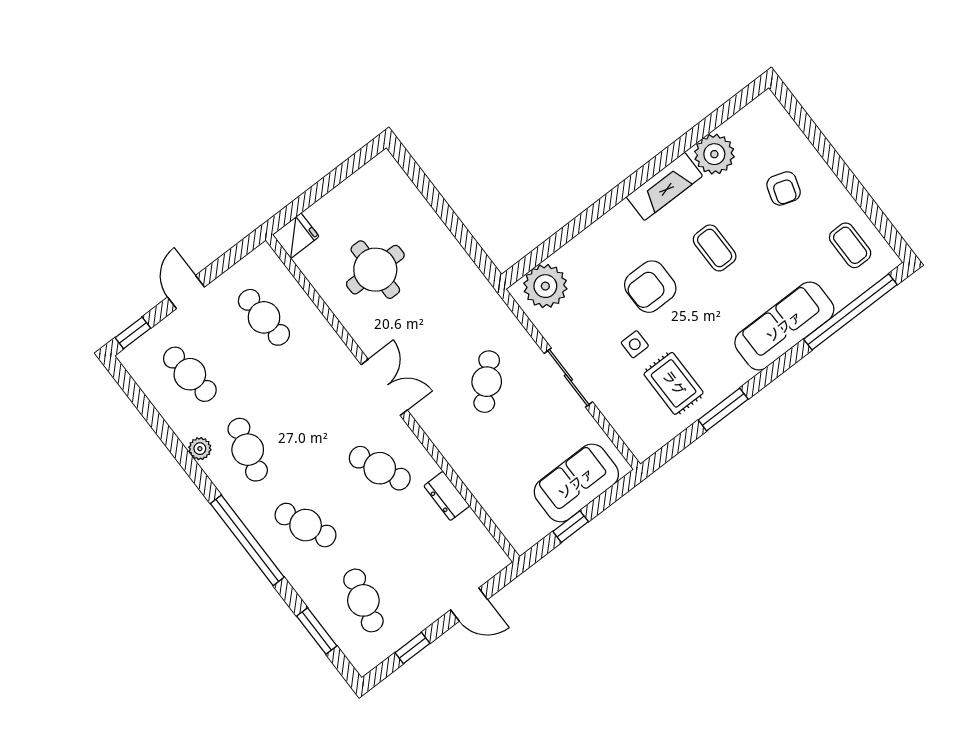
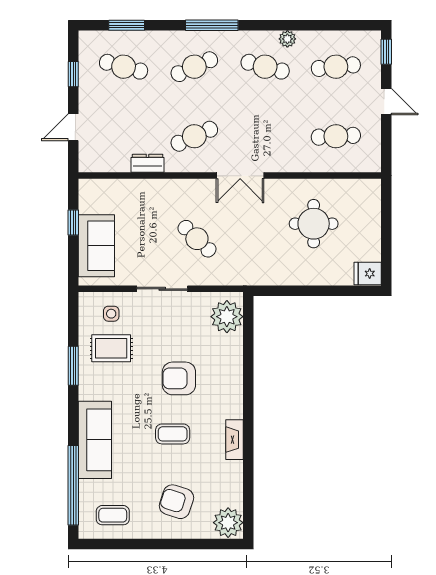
plant: (714, 154) -> (228, 523), moved
fireplace: (664, 186) -> (235, 440), width x0.73, depth x0.76
armchair: (784, 188) -> (176, 502), width x1.38, depth x1.38
fridge: (296, 236) -> (368, 274), moved, turned 90
armchair: (650, 287) -> (179, 378), turned -90
side table: (635, 344) -> (111, 314), moved
window: (247, 540) -> (212, 25), width x0.68

